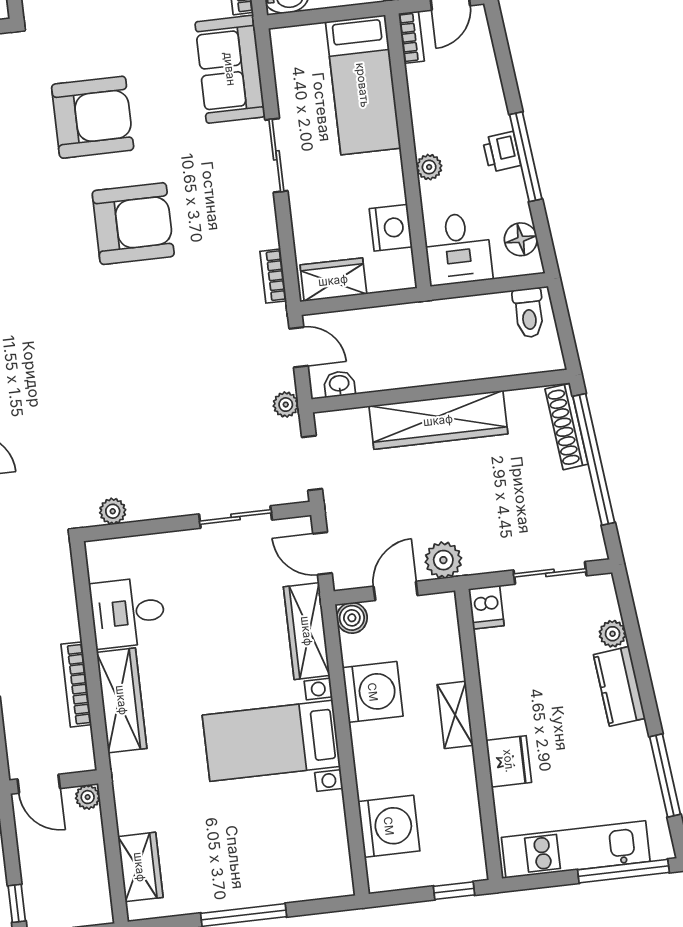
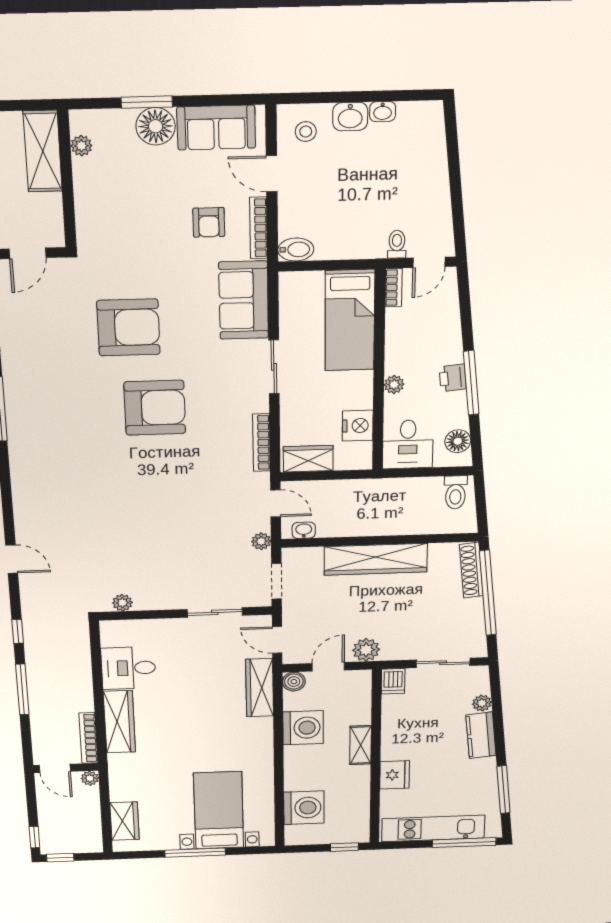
bookcase: (273, 276) -> (261, 443), width x1.56
bookcase: (76, 684) -> (88, 738), moved
bed with nightstands: (271, 741) -> (219, 810), moved, turned 90

